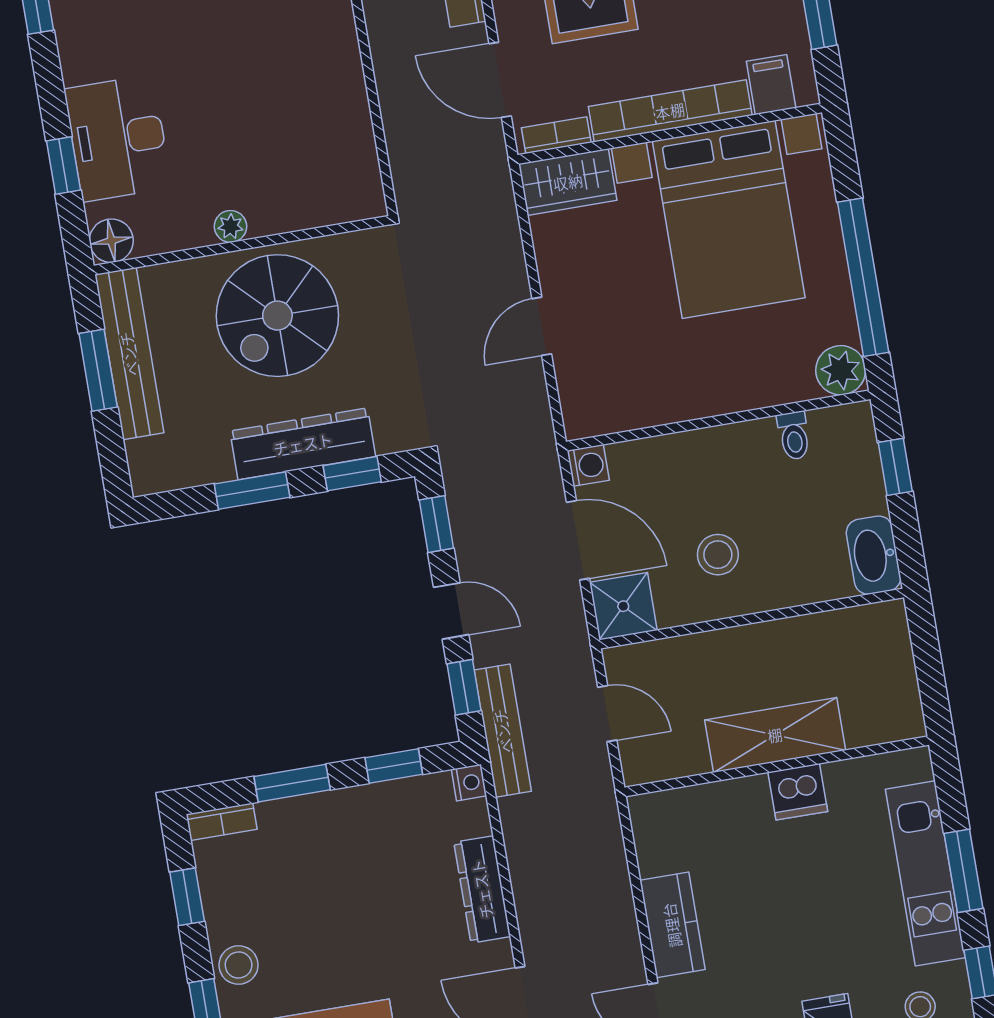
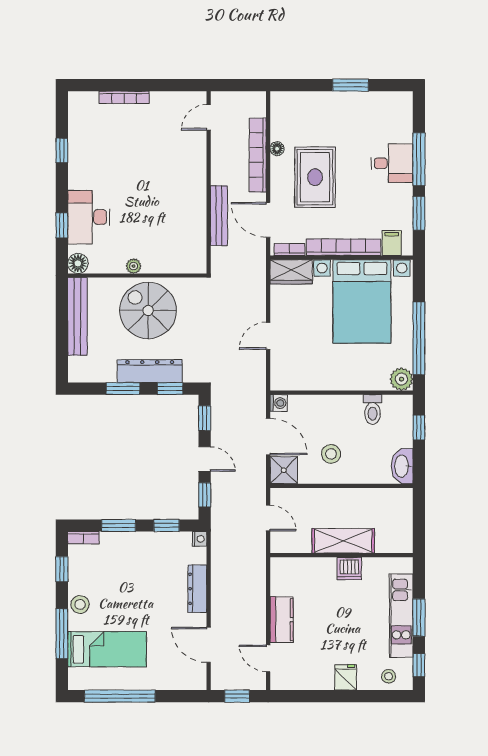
spiral stairs: (277, 316) -> (148, 310), turned 90
window: (98, 370) -> (62, 322), removed
toilet: (794, 436) -> (372, 409), width x1.37, depth x1.39
bench: (503, 731) -> (219, 216), moved

